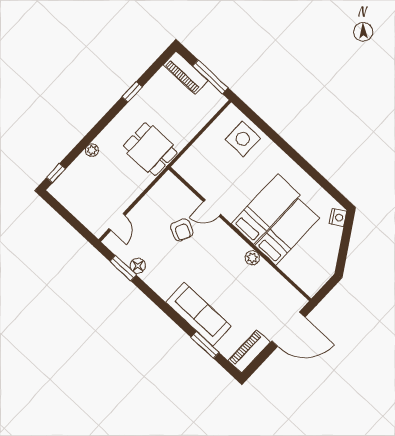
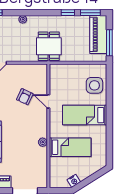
window: (156, 66) -> (90, 13), added
piano: (186, 73) -> (98, 34), width x1.37, depth x1.33
bed: (266, 209) -> (85, 115), moved, turned 180
nightstand: (338, 217) -> (74, 181), moved

